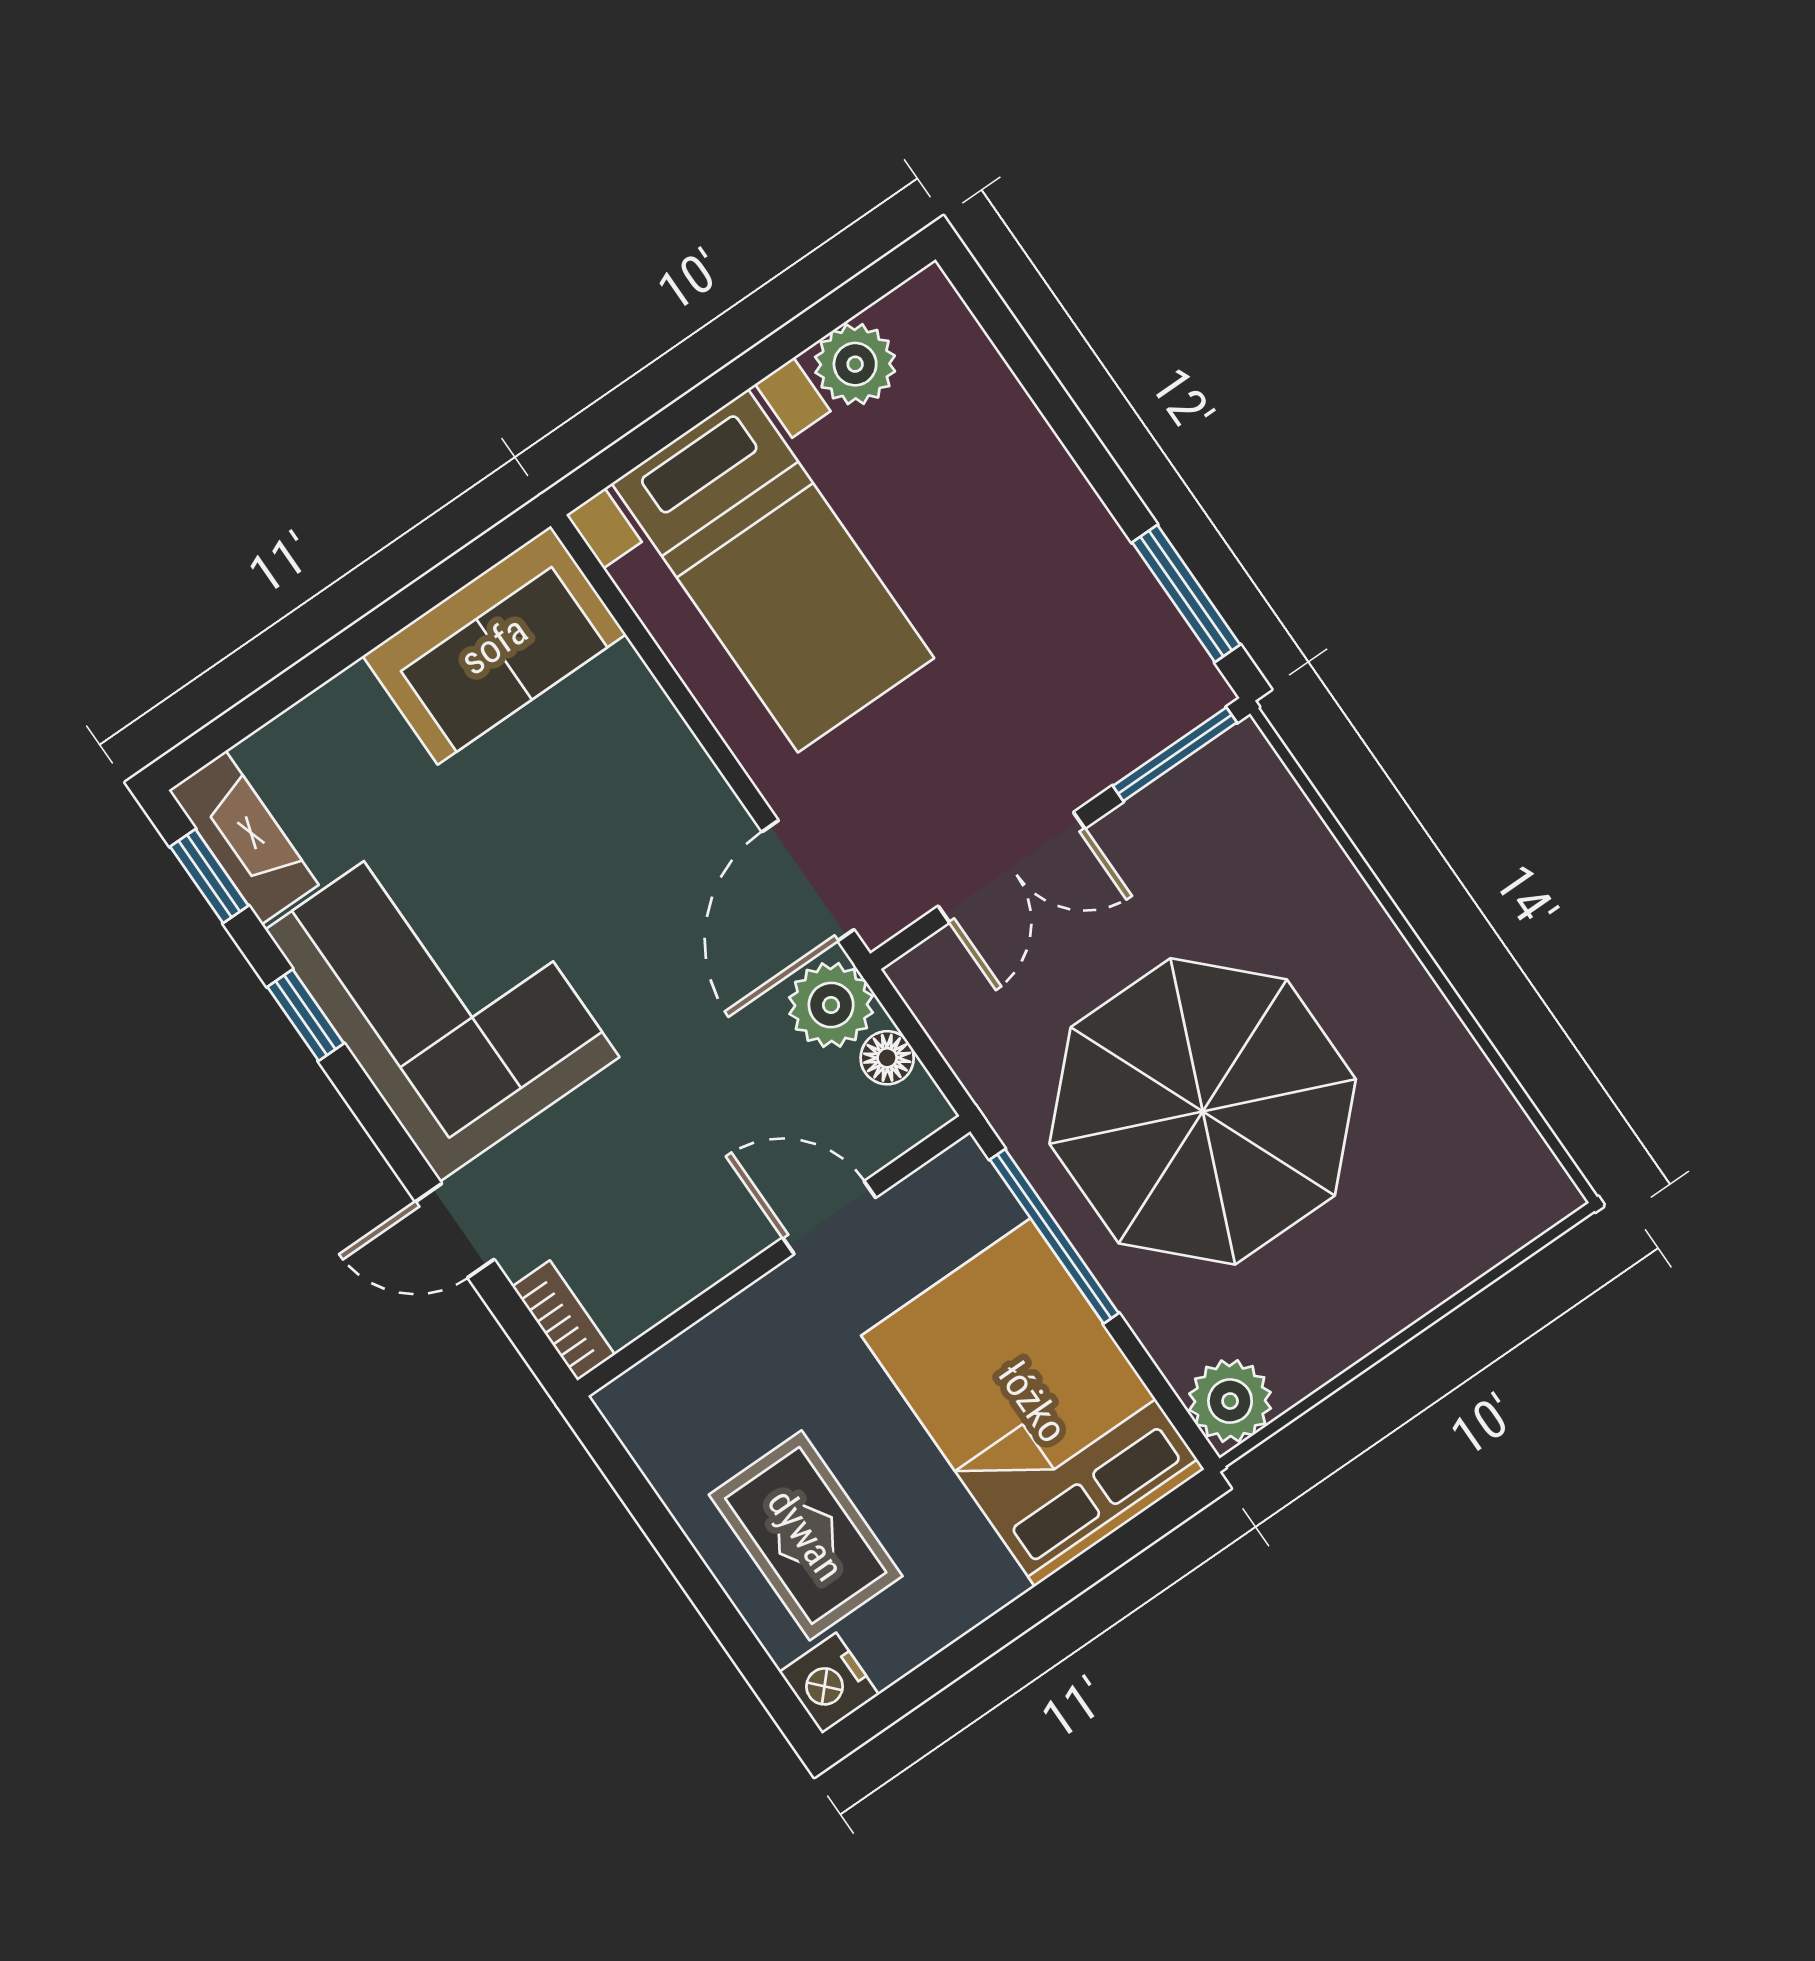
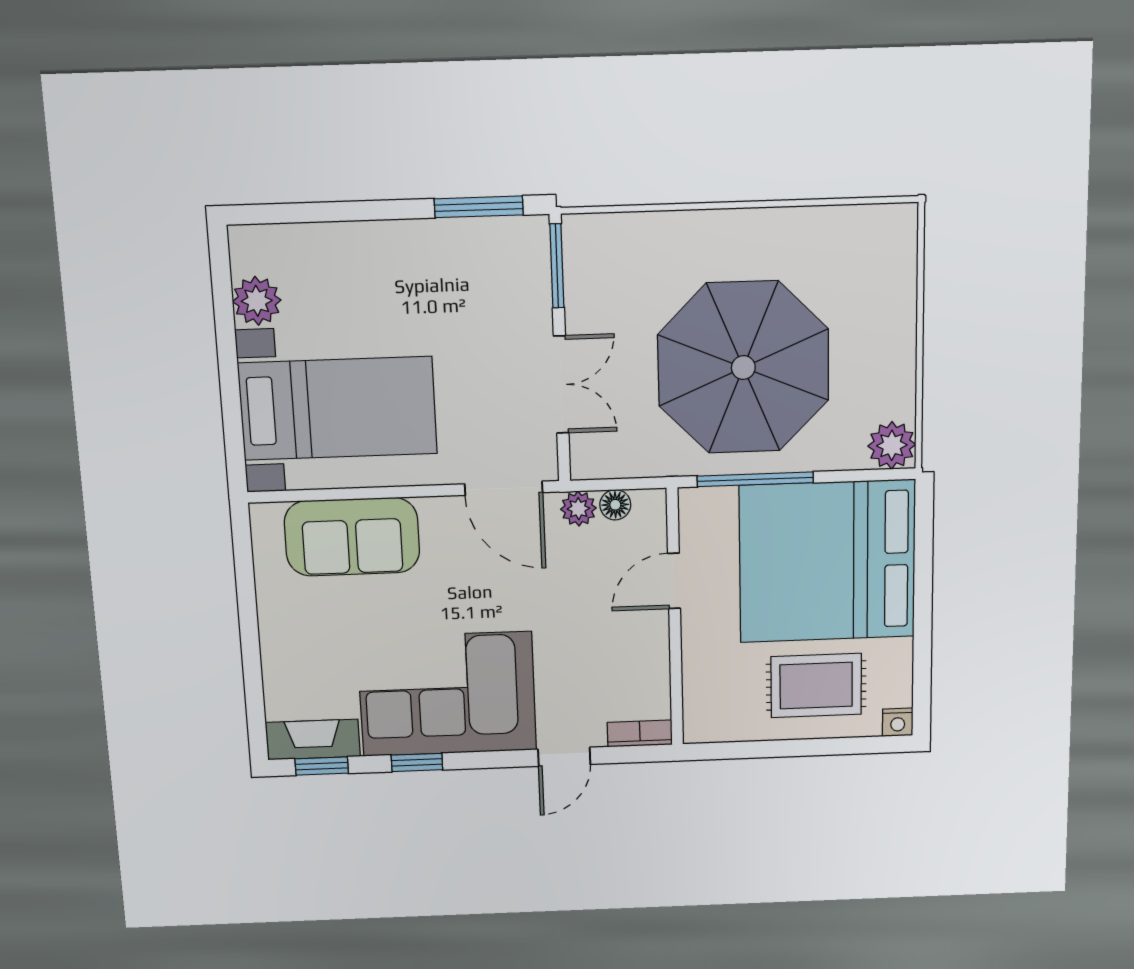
sofa: (494, 645) -> (352, 537), moved, turned 90
plant: (831, 1005) -> (578, 509), width x0.73, depth x0.73
bed: (1033, 1402) -> (827, 561), width x1.36
nightstand: (829, 1683) -> (898, 722), width x0.72, depth x0.74

